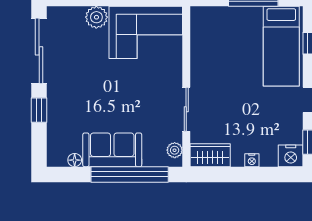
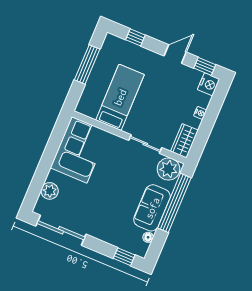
plant: (96, 17) -> (50, 191), moved
bed: (281, 46) -> (120, 97), moved, turned -90
window: (39, 110) -> (124, 257), moved
plant: (175, 150) -> (169, 169), width x1.87, depth x1.87

